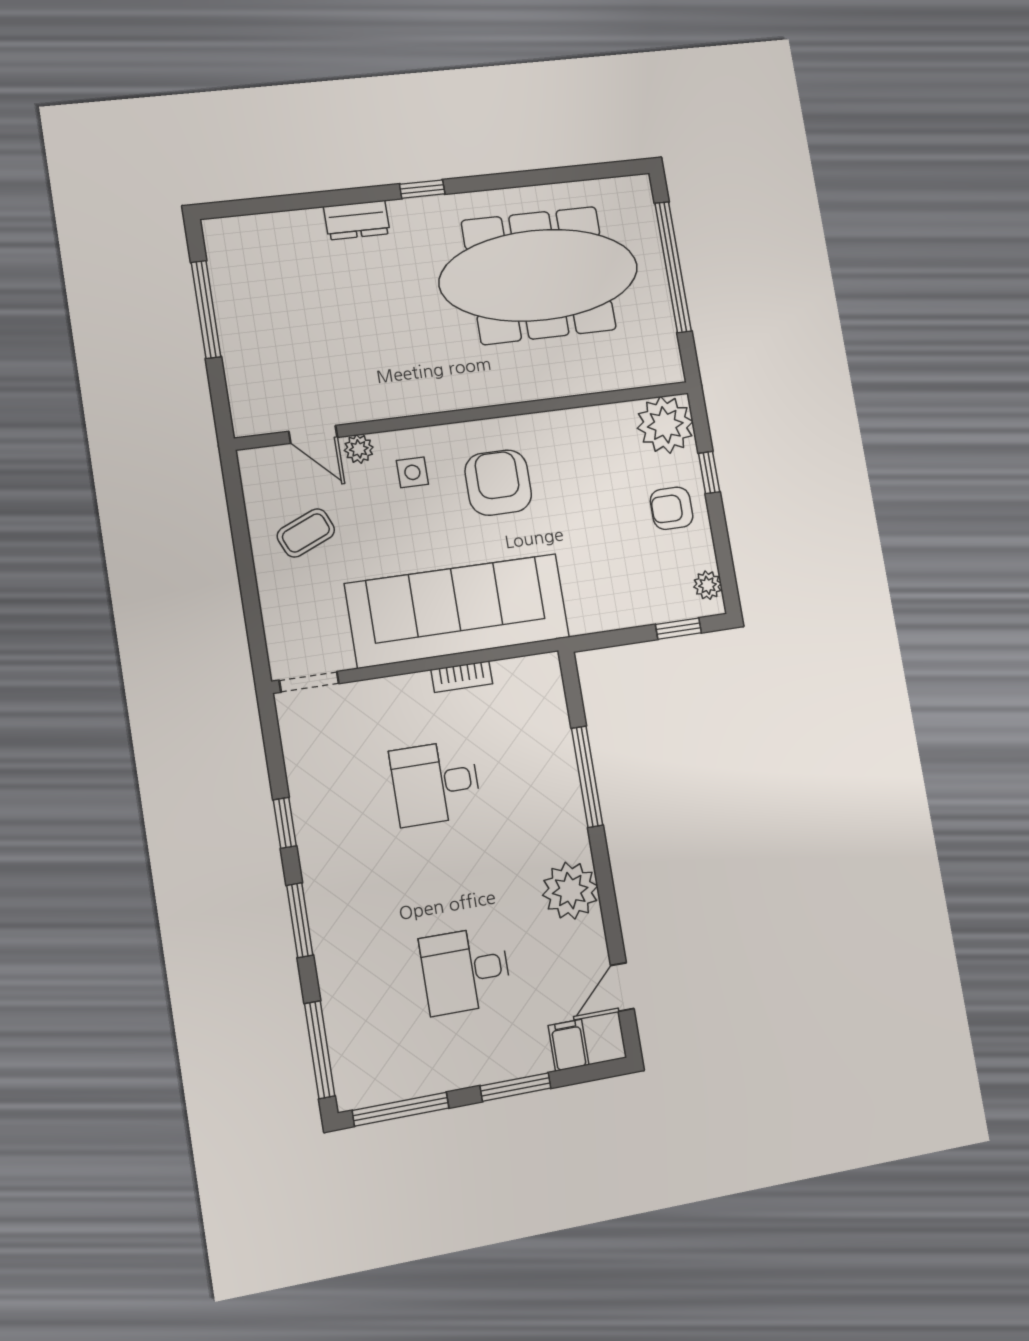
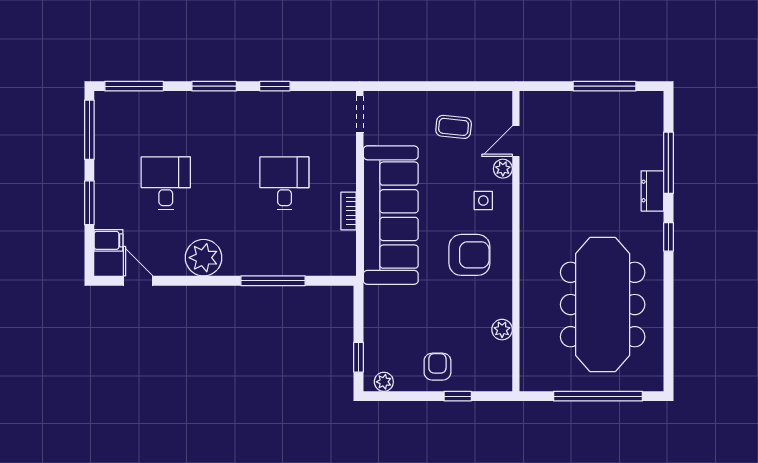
window: (310, 200) -> (668, 163), added
plant: (665, 425) -> (502, 330), moved, width x0.53, depth x0.53
coffee table: (306, 533) -> (454, 127), turned -61

